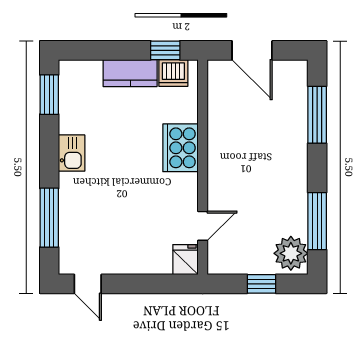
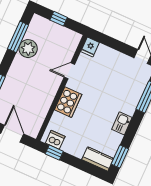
kitchen counter: (130, 73) -> (98, 159), moved
door: (203, 226) -> (69, 71), moved
plant: (291, 253) -> (28, 49), moved

